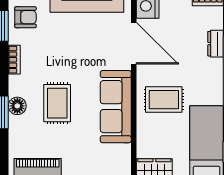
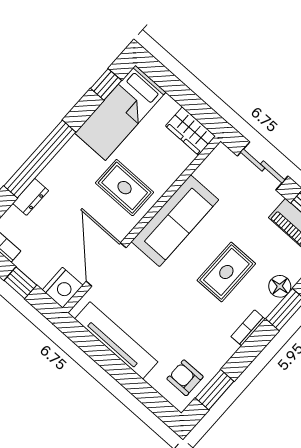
bookcase: (14, 60) -> (248, 328), moved
floor lamp: (17, 106) -> (280, 286), moved

